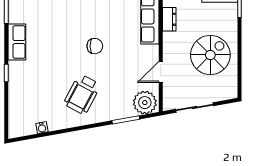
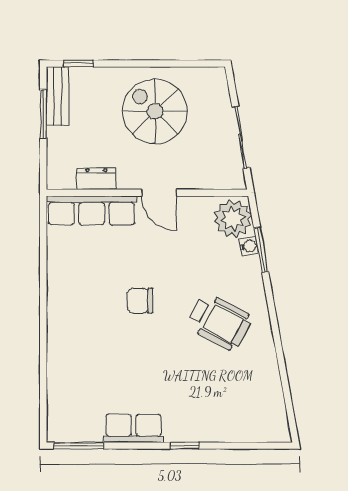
chair: (95, 46) -> (140, 301), turned -90
door: (161, 72) -> (159, 193), moved
water cooler: (42, 128) -> (249, 246), moved

